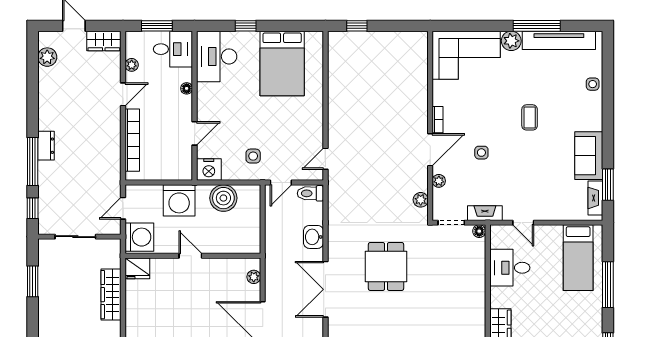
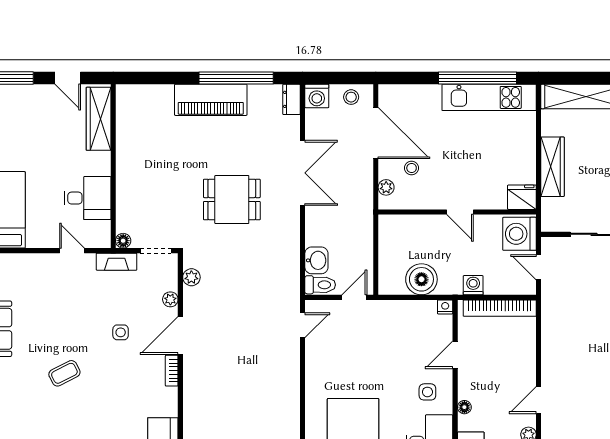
coffee table: (530, 117) -> (64, 373), turned 63
bookcase: (132, 140) -> (500, 308), moved, turned -90
side table: (253, 156) -> (427, 392), moved
nightstand: (209, 169) -> (445, 307), width x0.53, depth x0.56
washing machine: (179, 200) -> (473, 285), width x0.53, depth x0.53
door: (123, 208) -> (539, 267), swing flipped
washbasin: (313, 237) -> (316, 260), moved
dining table: (386, 266) -> (232, 200), turned 90
stool: (232, 293) -> (412, 168), added

